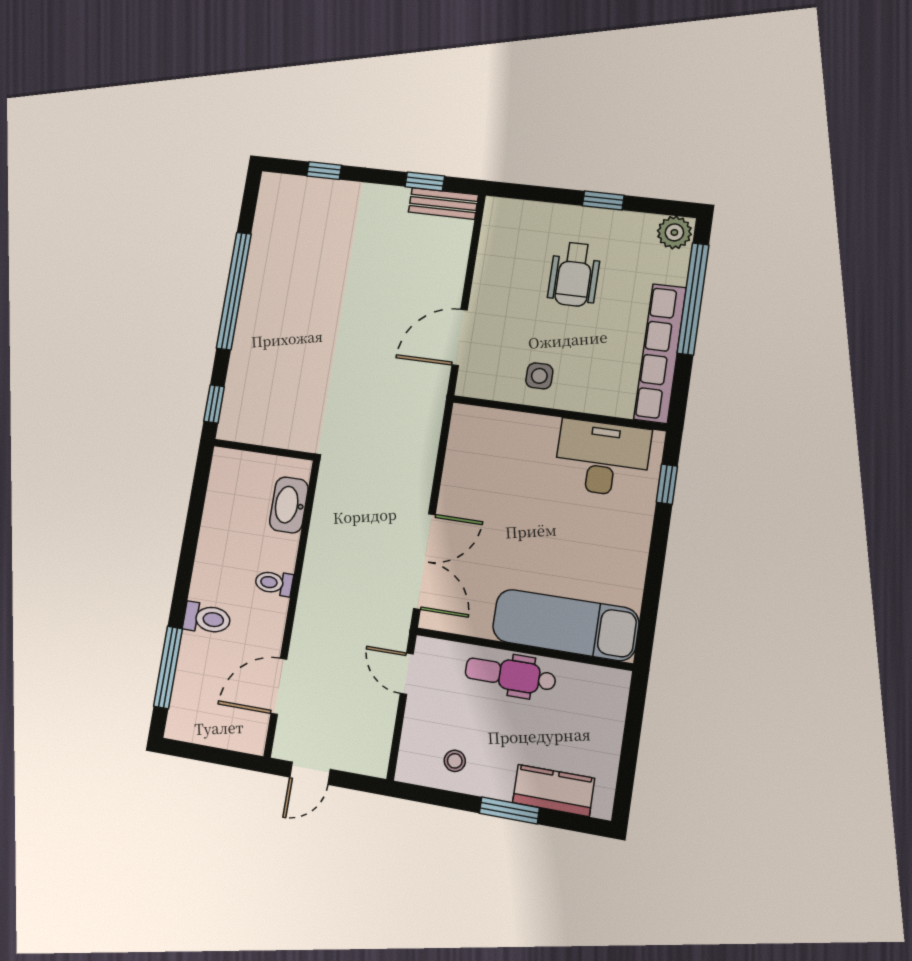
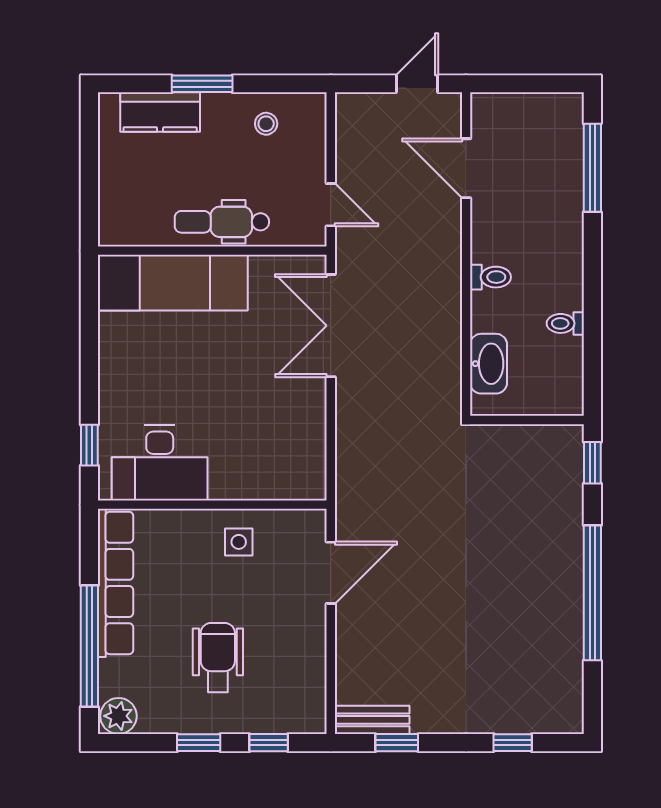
window: (539, 194) -> (269, 743), added
toilet: (207, 619) -> (565, 323), moved, width x0.73, depth x0.72
dental chair: (510, 675) -> (222, 222), turned 180
door: (279, 686) -> (466, 168), swing flipped

